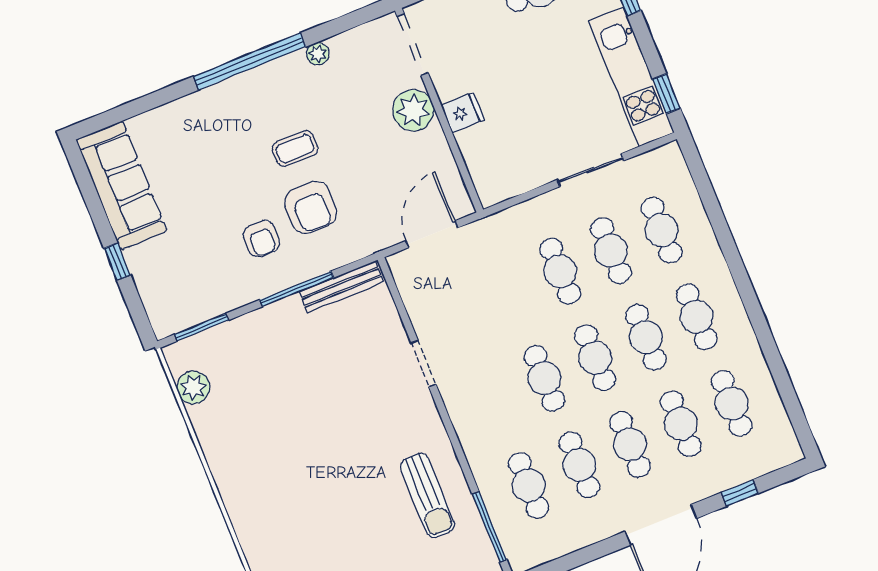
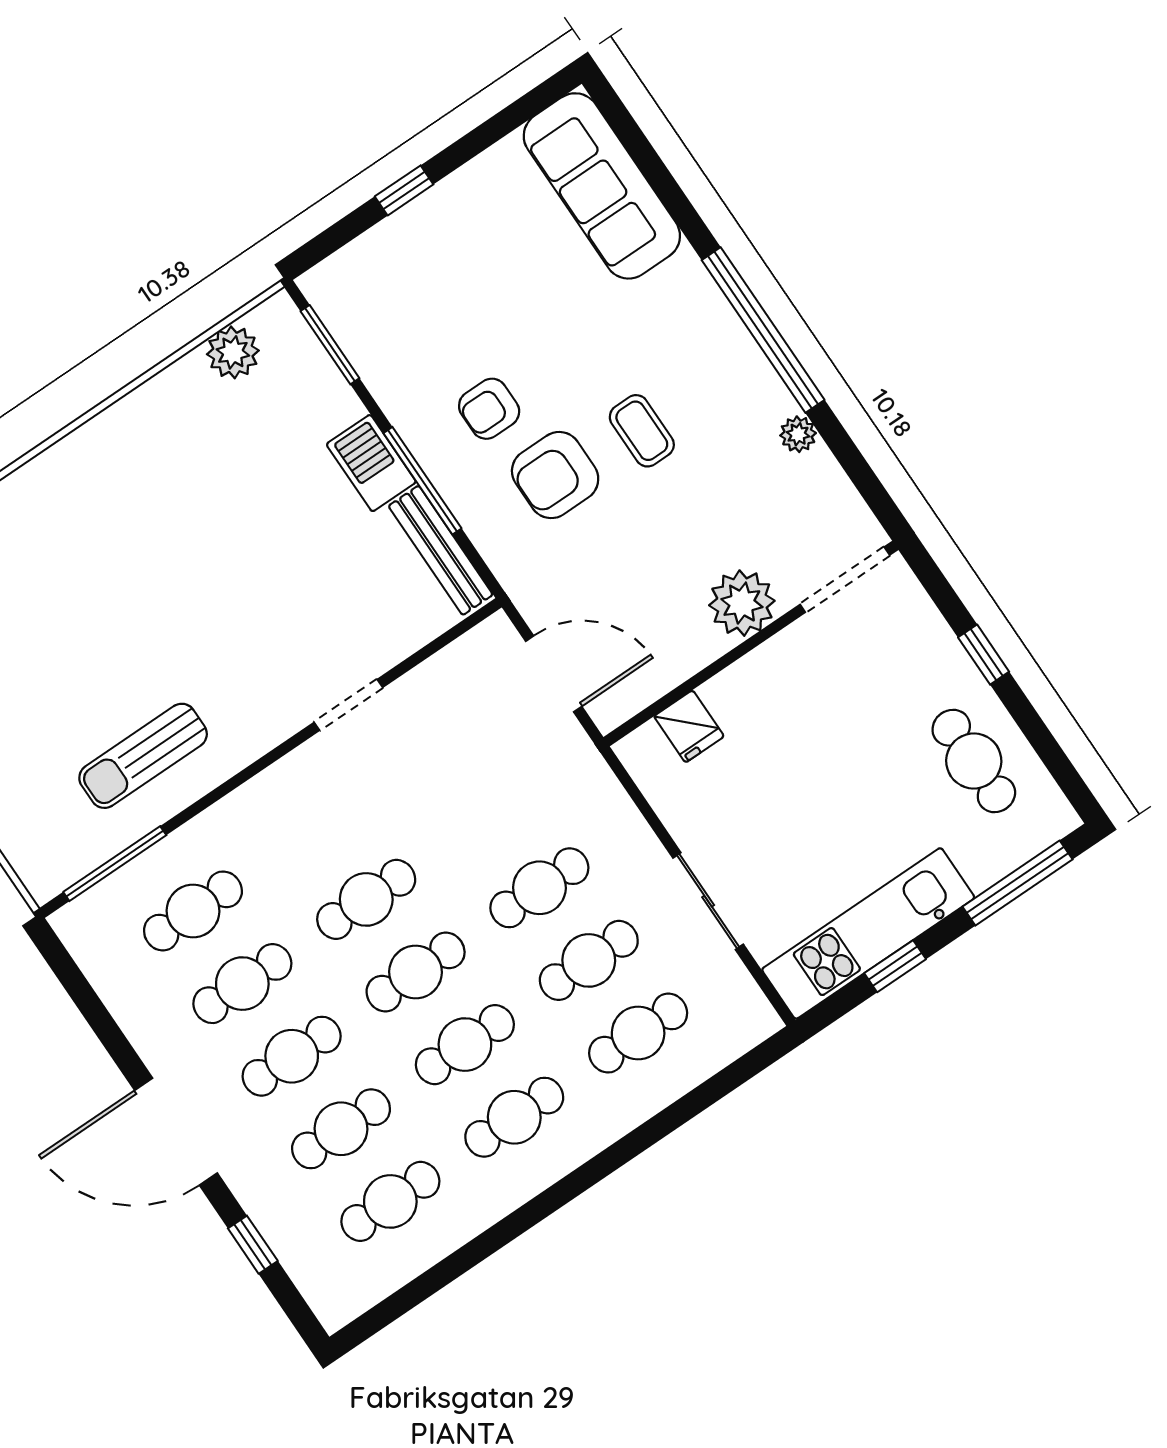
window: (666, 94) -> (895, 966), moved
fridge: (463, 113) -> (689, 726), moved
sofa: (122, 185) -> (602, 186), moved, turned 90
barbecue: (279, 318) -> (371, 463), added

